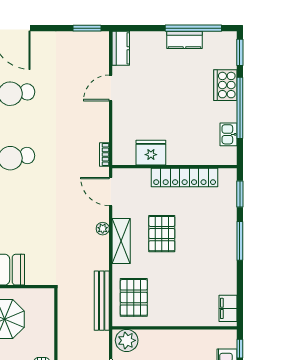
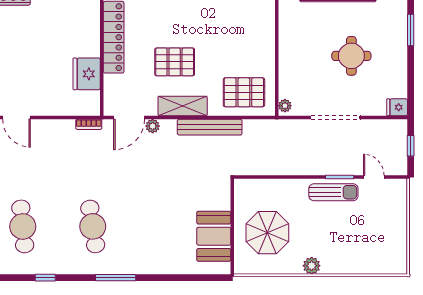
plant: (103, 229) -> (153, 126), moved
bench: (102, 301) -> (210, 127), moved
plant: (127, 340) -> (285, 106), width x0.53, depth x0.53

